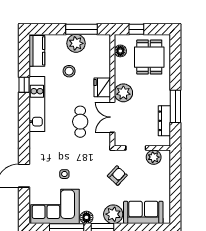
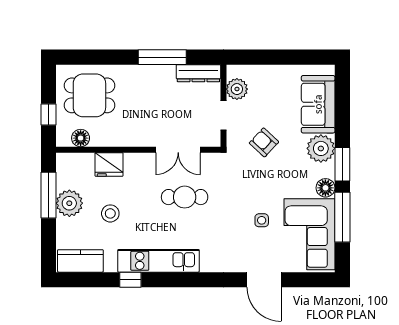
fridge: (102, 87) -> (109, 164), moved
plant: (123, 93) -> (142, 134), removed
dresser: (164, 121) -> (198, 73), moved

